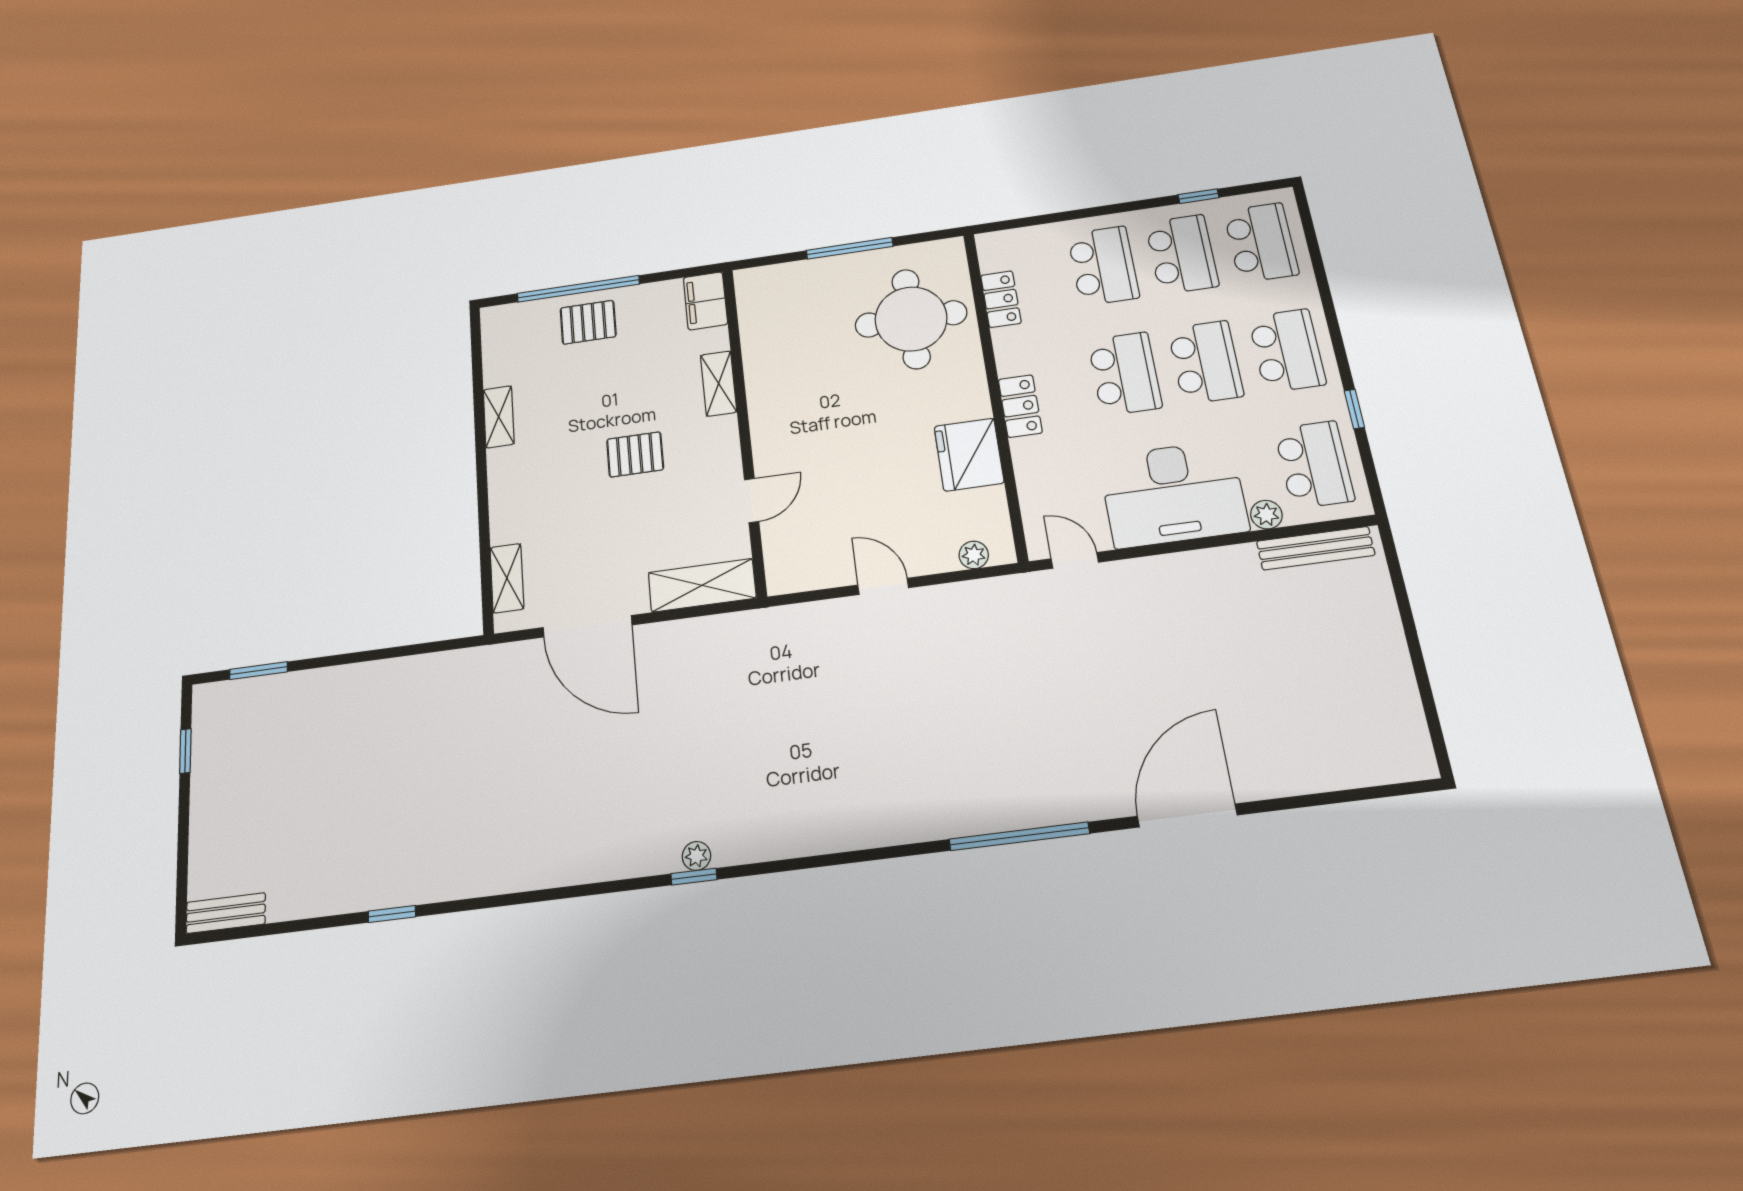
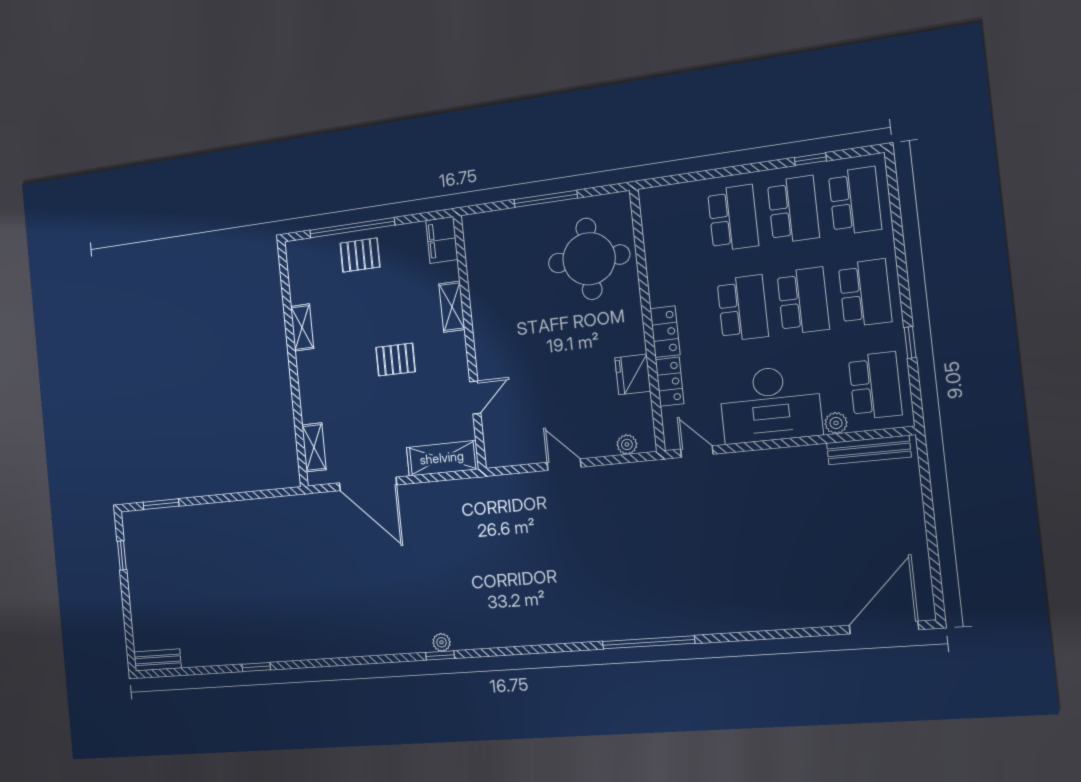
locker: (1001, 299) -> (670, 382), moved
fridge: (969, 455) -> (633, 374), width x0.73, depth x0.75
door: (1187, 816) -> (884, 628), moved

